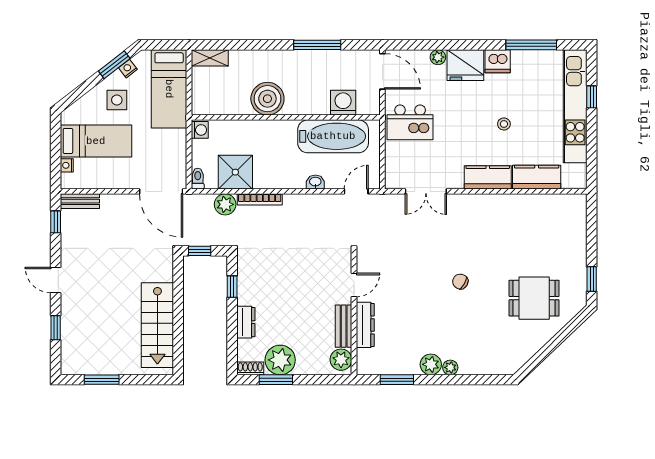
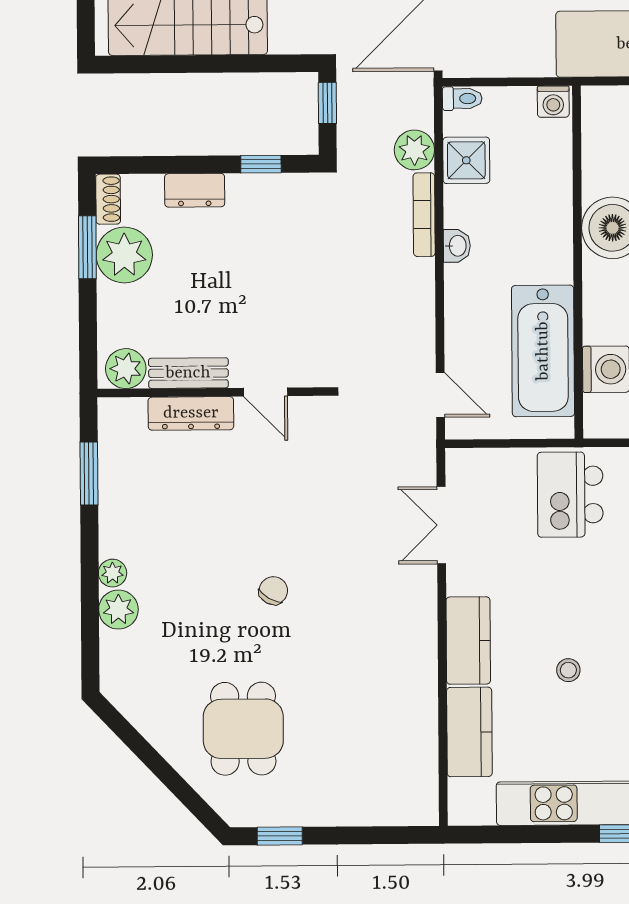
shower: (235, 172) -> (466, 160), width x0.73, depth x0.73
washbasin: (315, 182) -> (457, 246), moved
plant: (431, 364) -> (118, 610), moved

